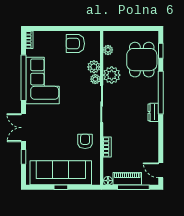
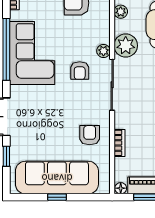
plant: (94, 67) -> (102, 34), removed
armchair: (78, 94) -> (80, 71), added

